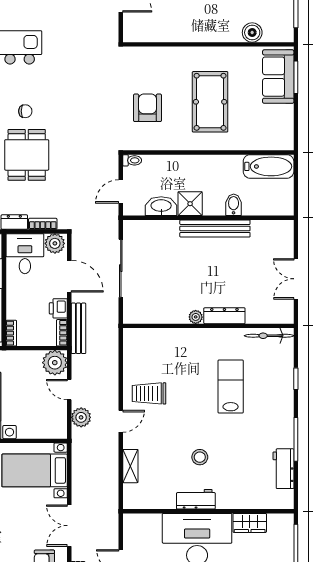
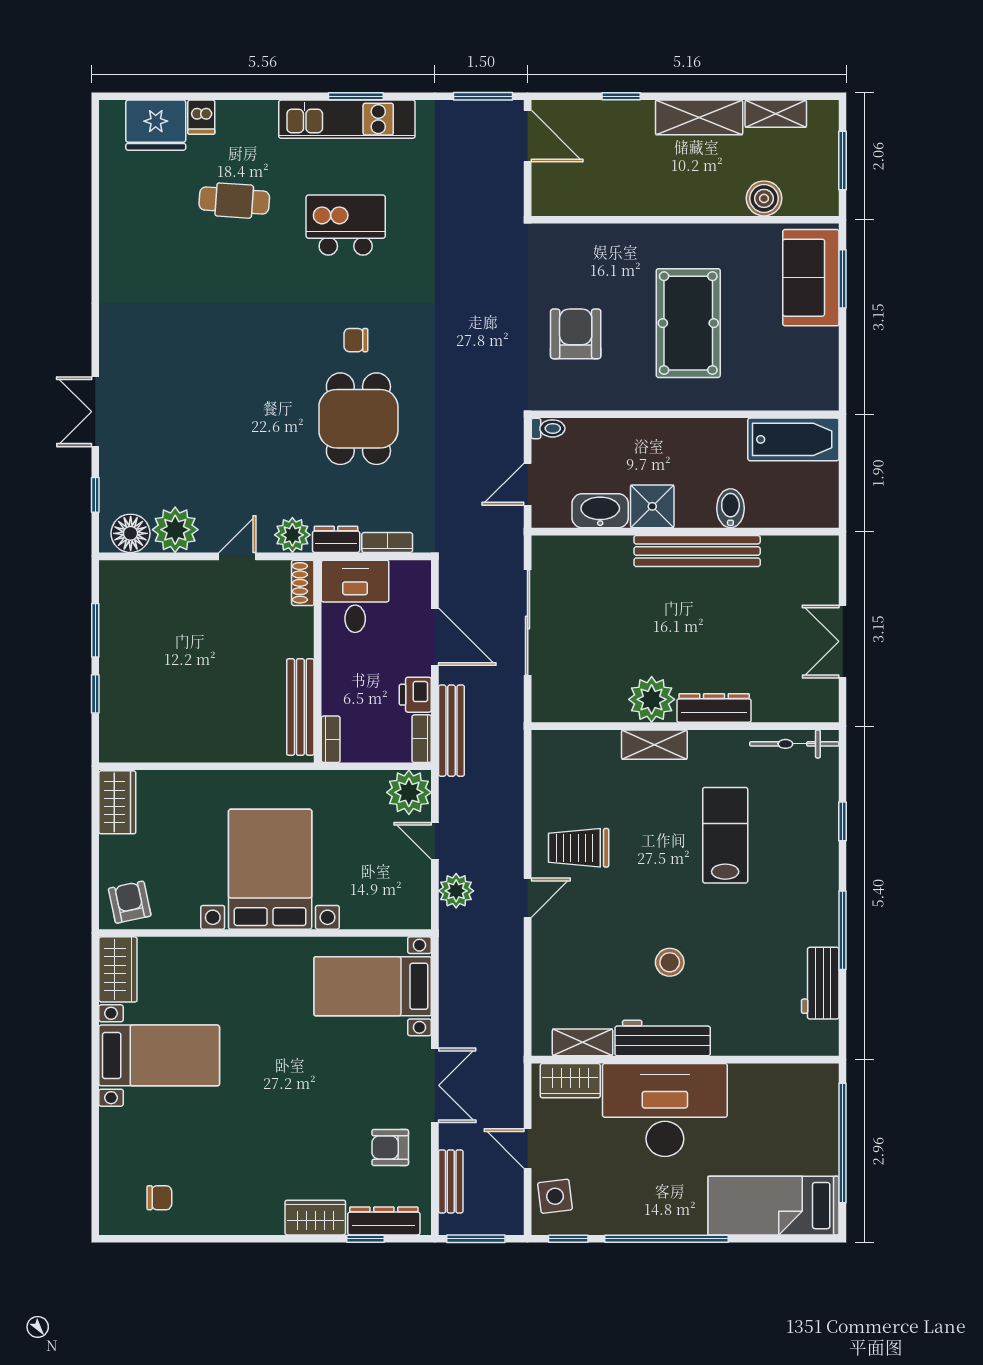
chair: (25, 111) -> (356, 340), turned 180
plant: (55, 243) -> (409, 578), removed
plant: (196, 317) -> (652, 699), width x1.88, depth x1.88
shelving: (191, 336) -> (654, 745), added
shelving: (130, 466) -> (583, 1042), moved, turned 90
workbench: (196, 499) -> (663, 1038), width x1.38
wardrobe: (250, 523) -> (570, 1081), moved
double door: (69, 526) -> (435, 1085), swing flipped

